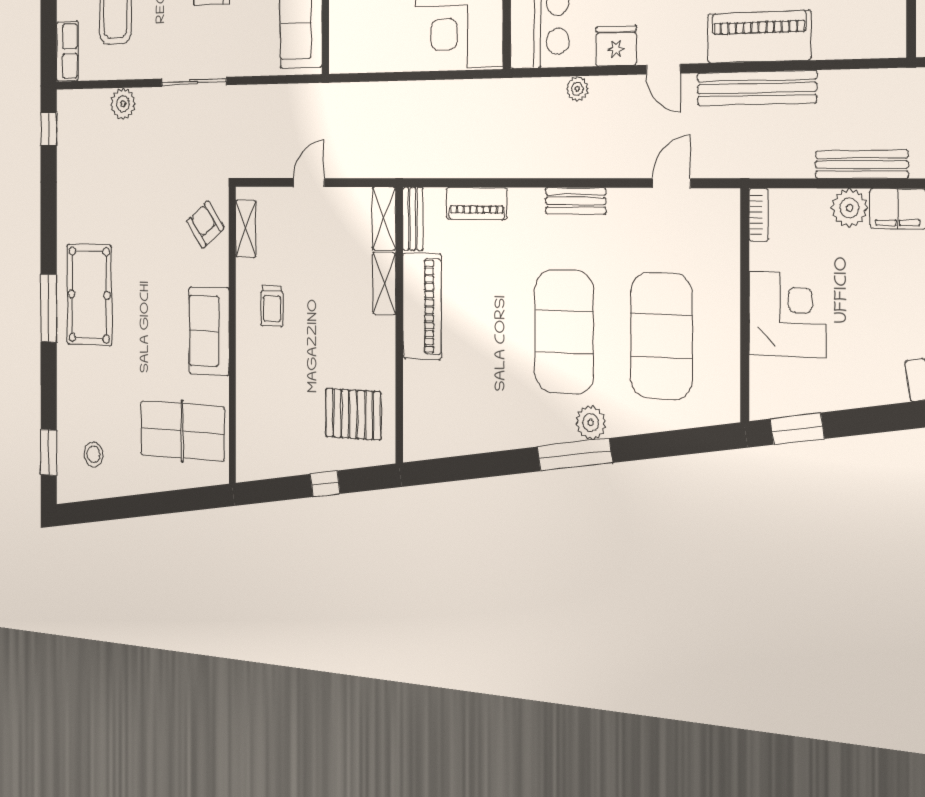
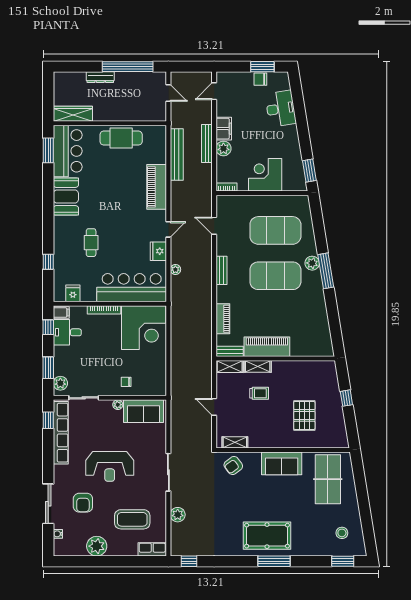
bench: (756, 88) -> (177, 155), moved
trolley: (272, 306) -> (259, 393), moved
pallet: (353, 414) -> (304, 415), moved

